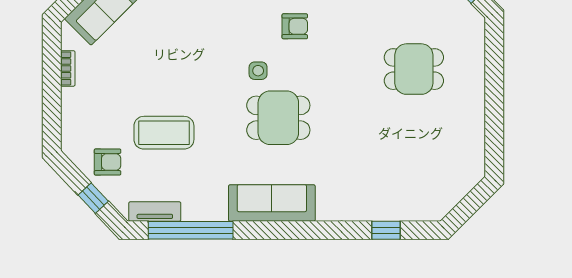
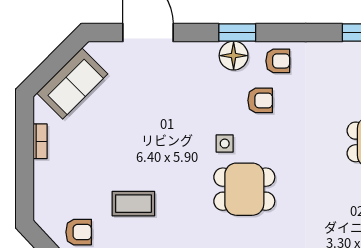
coffee table: (164, 133) -> (133, 204), width x0.73, depth x0.76

